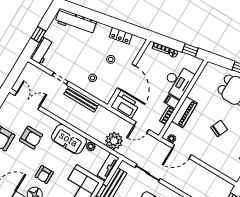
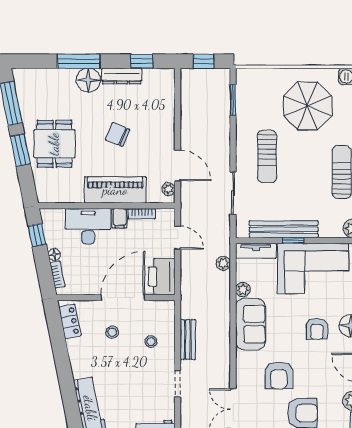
locker: (121, 36) -> (70, 321), moved
bench: (81, 99) -> (188, 339), width x0.73
piano: (184, 112) -> (115, 190), width x1.37, depth x1.33
armchair: (31, 138) -> (279, 375), turned 180
plant: (114, 141) -> (223, 263), width x0.53, depth x0.53
armchair: (44, 175) -> (317, 329), turned 90

